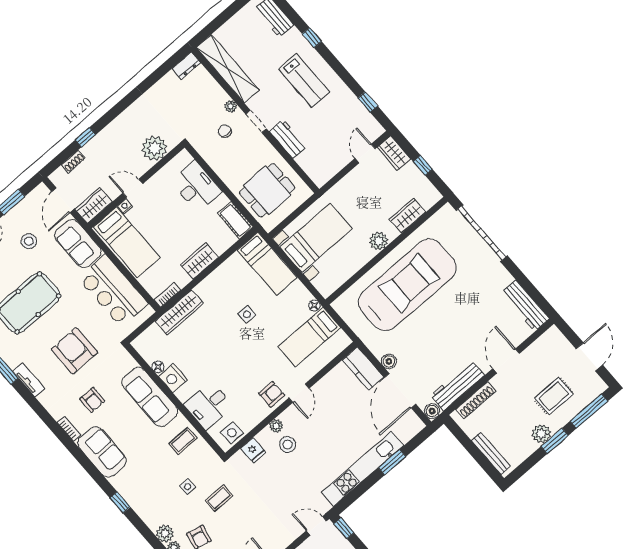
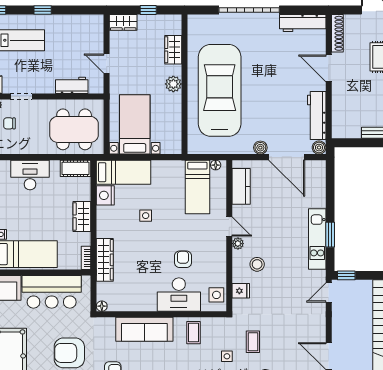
window: (368, 102) -> (43, 10), moved
workbench: (288, 139) -> (72, 85), moved
door: (365, 154) -> (107, 64), moved
dining table: (267, 190) -> (74, 129), width x1.37
garage door: (482, 233) -> (249, 10), moved
floor lamp: (314, 305) -> (216, 165), moved
floor lamp: (158, 367) -> (102, 306), moved
kitchen counter: (363, 368) -> (241, 186), moved, turned -90
nightstand: (173, 378) -> (105, 195), moved, turned 90
armchair: (272, 394) -> (183, 259), moved
shoe rack: (476, 400) -> (337, 33), moved
desk: (209, 405) -> (179, 295), width x1.37
plant: (276, 426) -> (238, 244), moved
window: (392, 462) -> (330, 235), moved
kitchen unit: (363, 469) -> (317, 239), width x0.73

